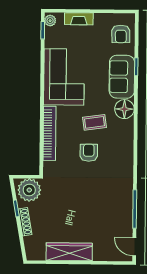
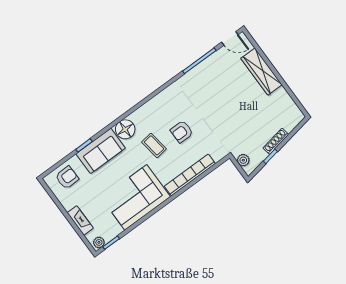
plant: (29, 190) -> (243, 160), width x0.53, depth x0.53
door: (134, 247) -> (230, 38), hinge flipped
wardrobe: (69, 252) -> (261, 72), moved

